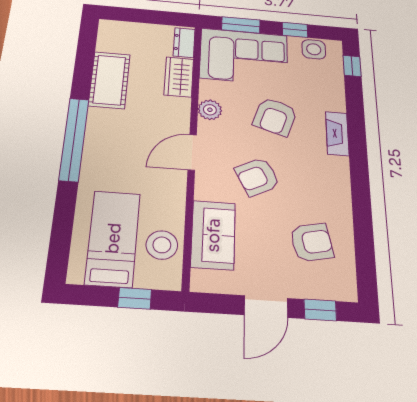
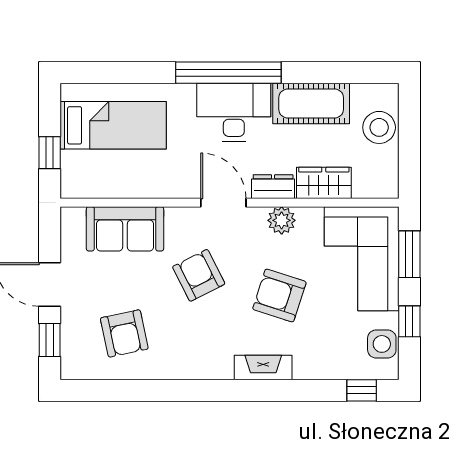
dresser: (184, 43) -> (273, 187), moved
desk: (111, 138) -> (234, 112), added
stool: (162, 245) -> (379, 127), moved

